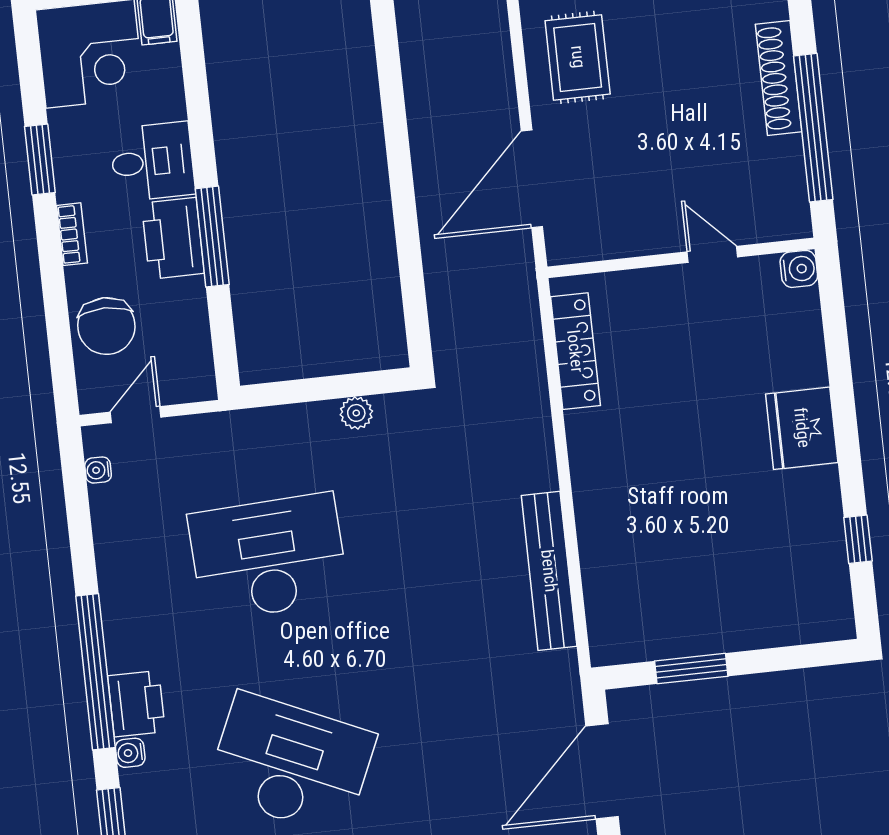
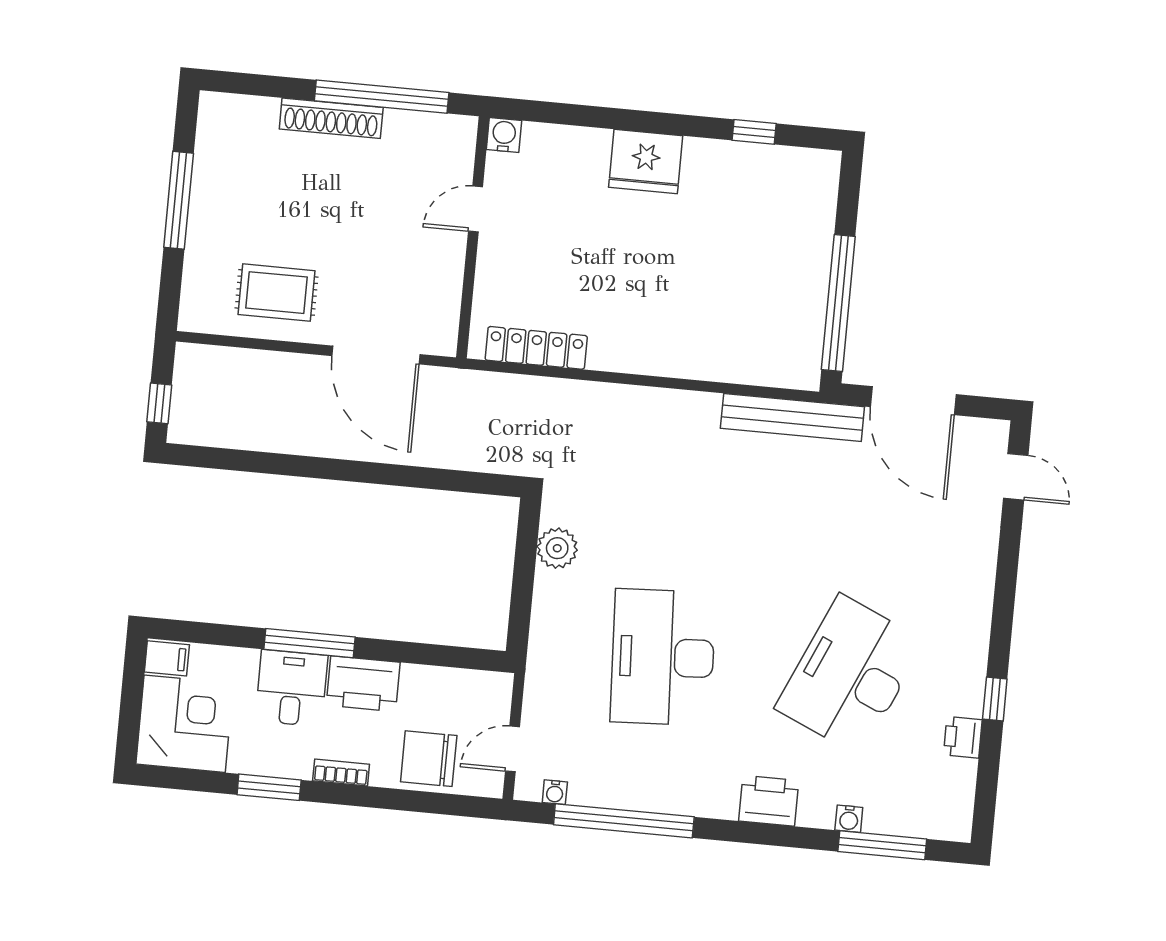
window: (212, 237) -> (310, 643), moved
chair: (106, 326) -> (429, 759), turned 180
plant: (356, 413) -> (557, 548), width x1.38, depth x1.38
door: (136, 415) -> (513, 749), hinge flipped
bench: (549, 571) -> (792, 417), moved
window: (691, 669) -> (838, 303), width x2.11
window: (96, 672) -> (624, 821), moved
water cooler: (130, 753) -> (849, 819), moved

